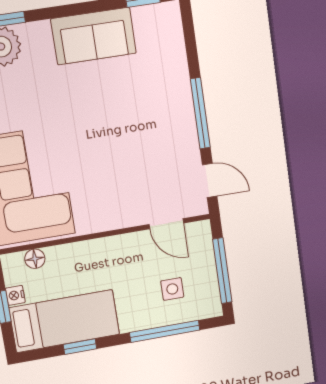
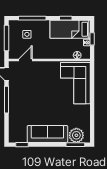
sofa: (94, 36) -> (47, 134), width x1.36
door: (166, 224) -> (26, 60), hinge flipped

